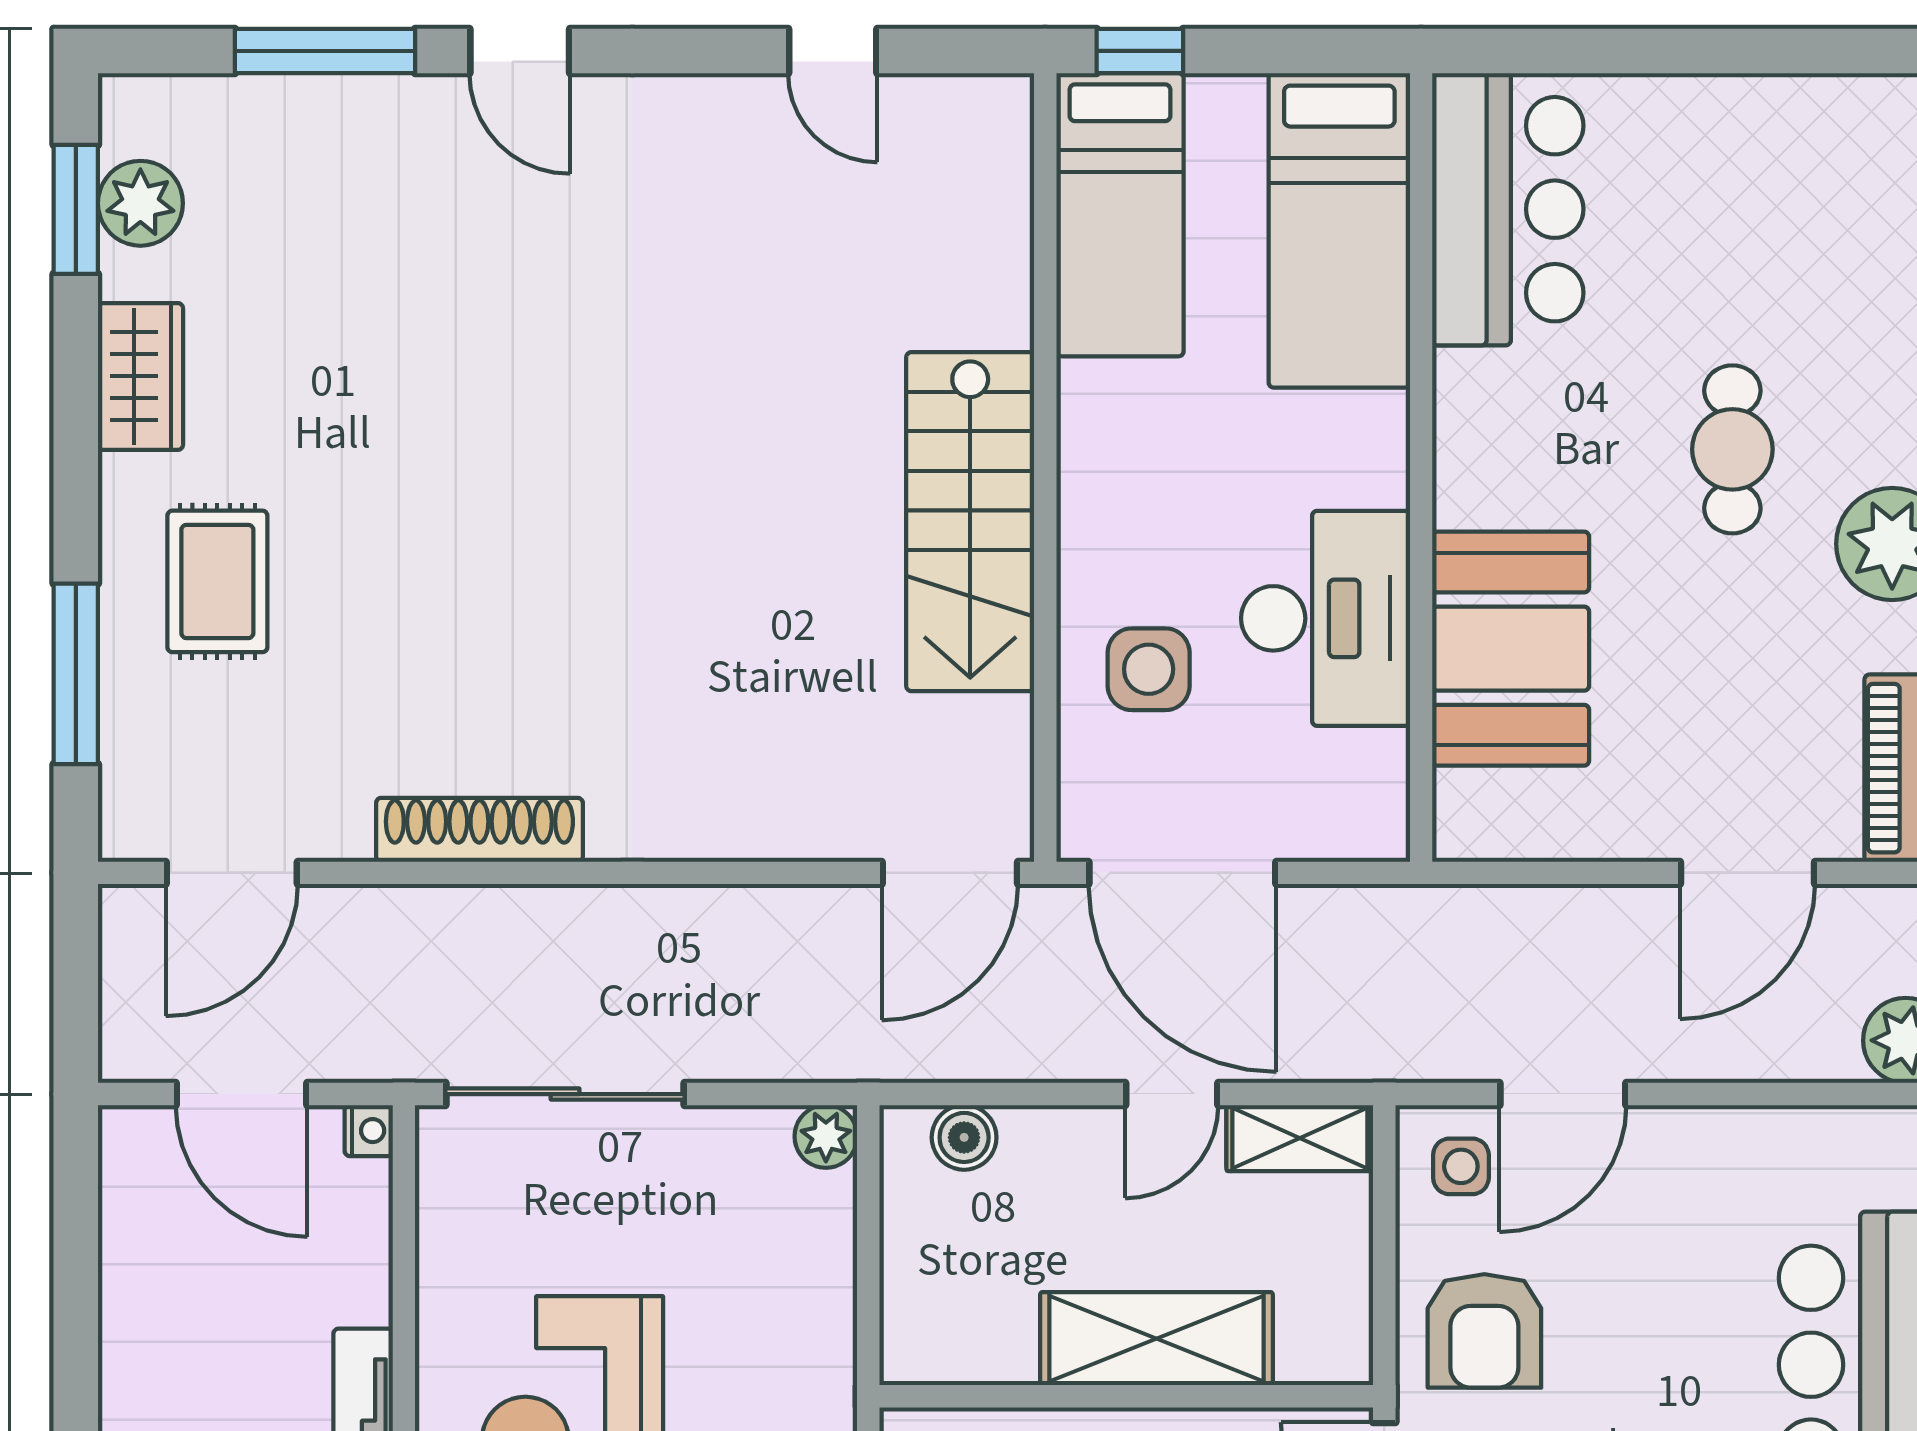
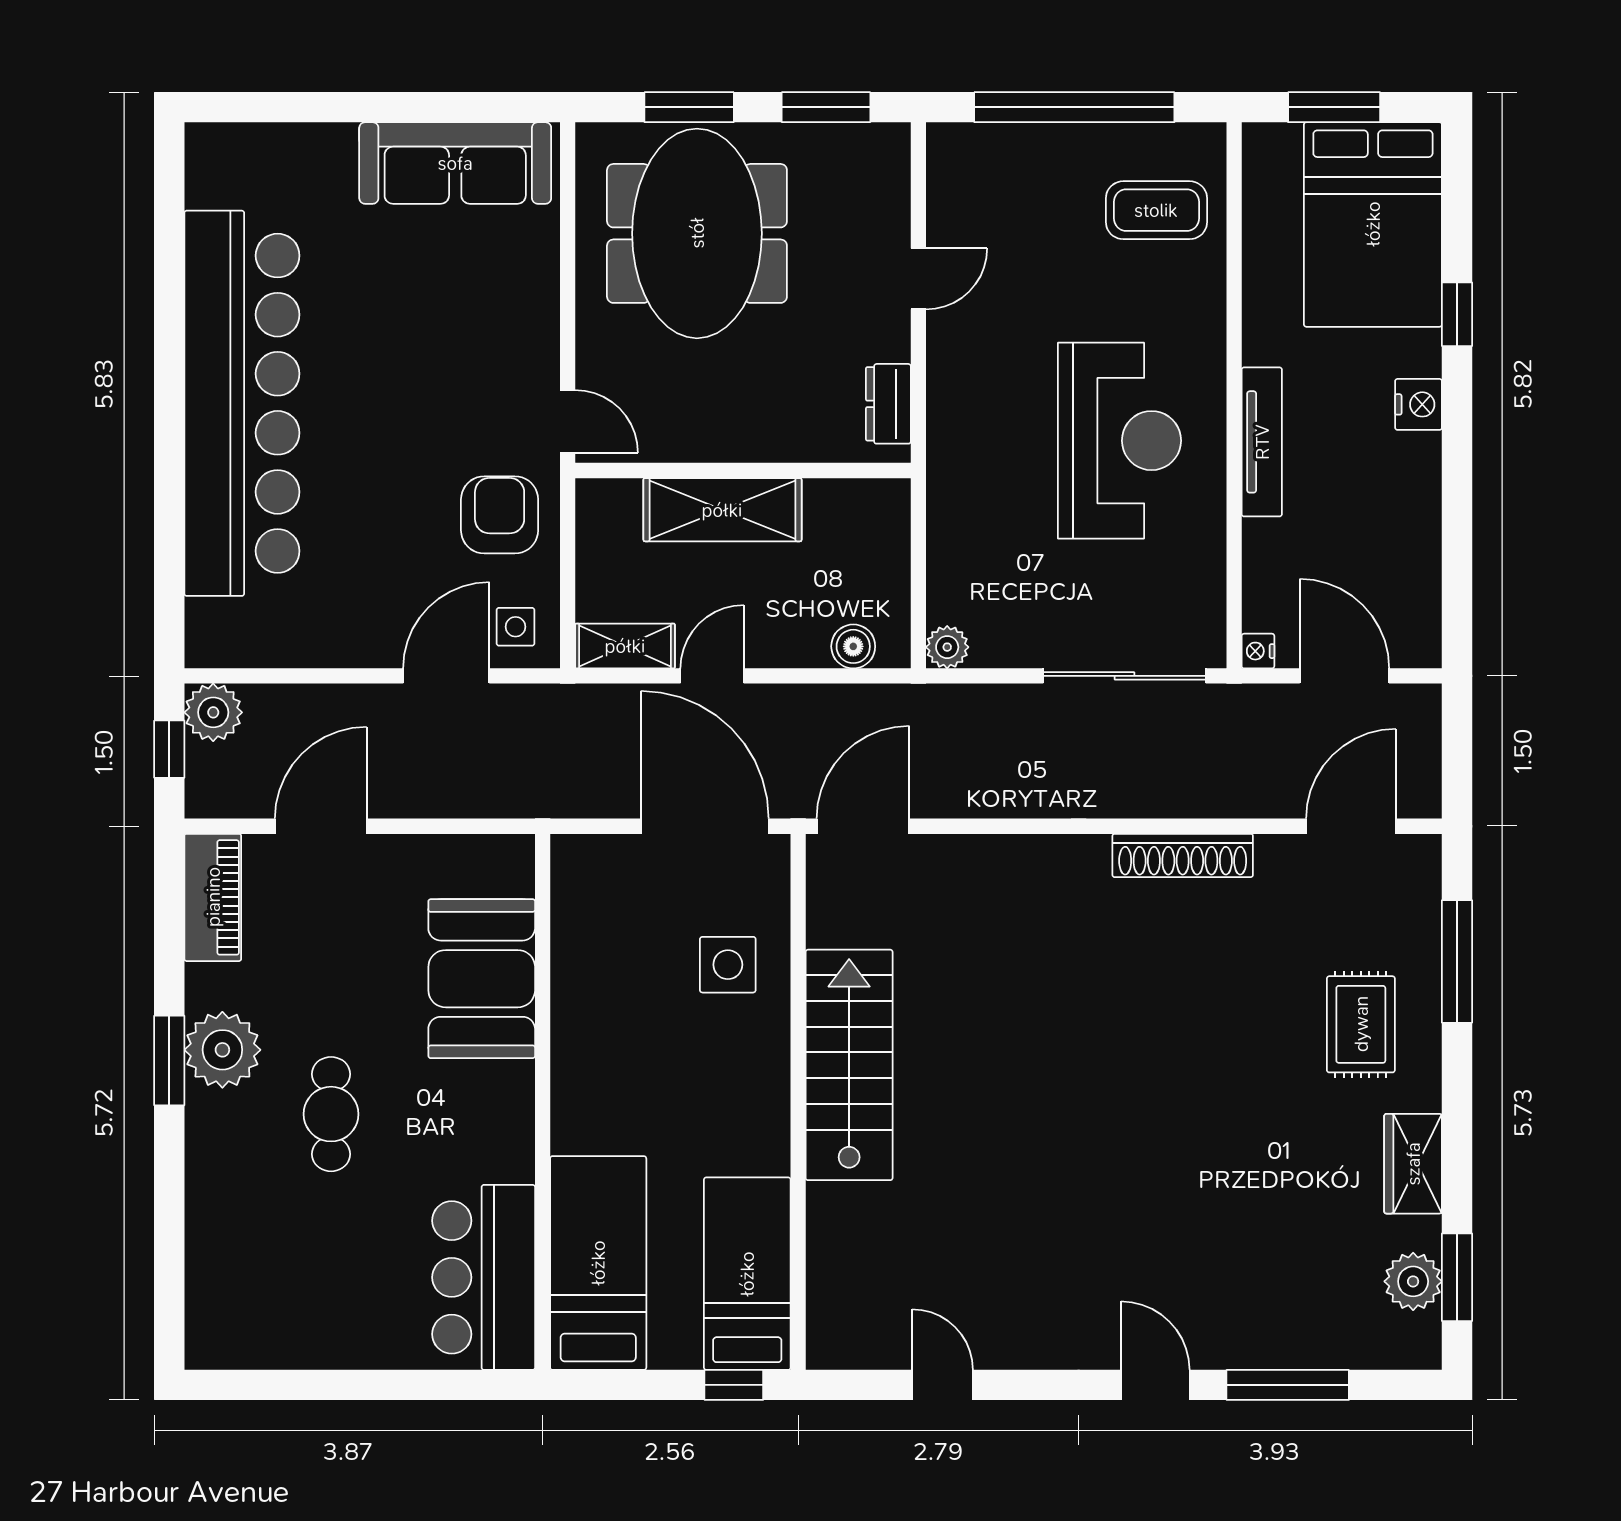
desk: (1326, 618) -> (608, 999), removed

